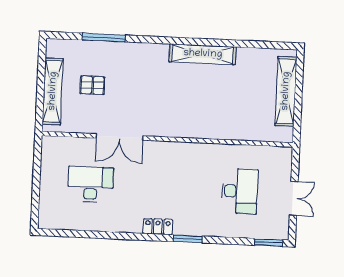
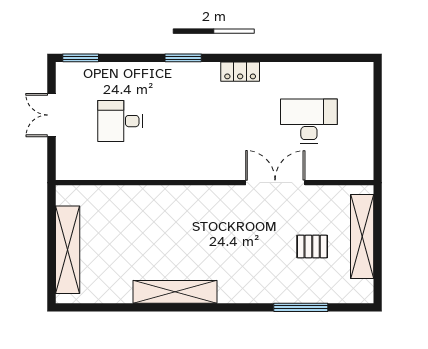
desk: (91, 184) -> (309, 121), turned 180
desk: (240, 191) -> (120, 121), width x0.73
locker: (158, 227) -> (240, 72), moved

